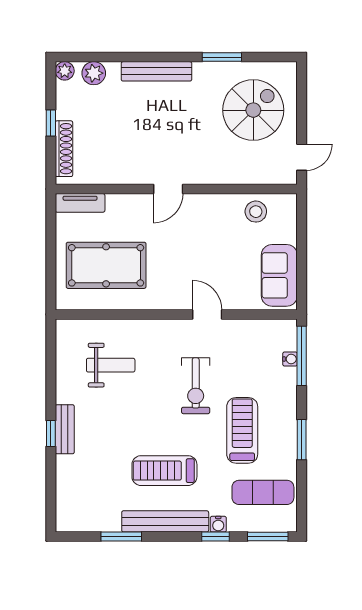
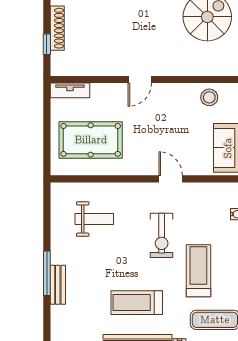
window: (51, 123) -> (47, 44), moved
shoe rack: (64, 149) -> (57, 28), moved
bench: (65, 429) -> (58, 285), moved
window: (51, 433) -> (47, 273), width x2.17

